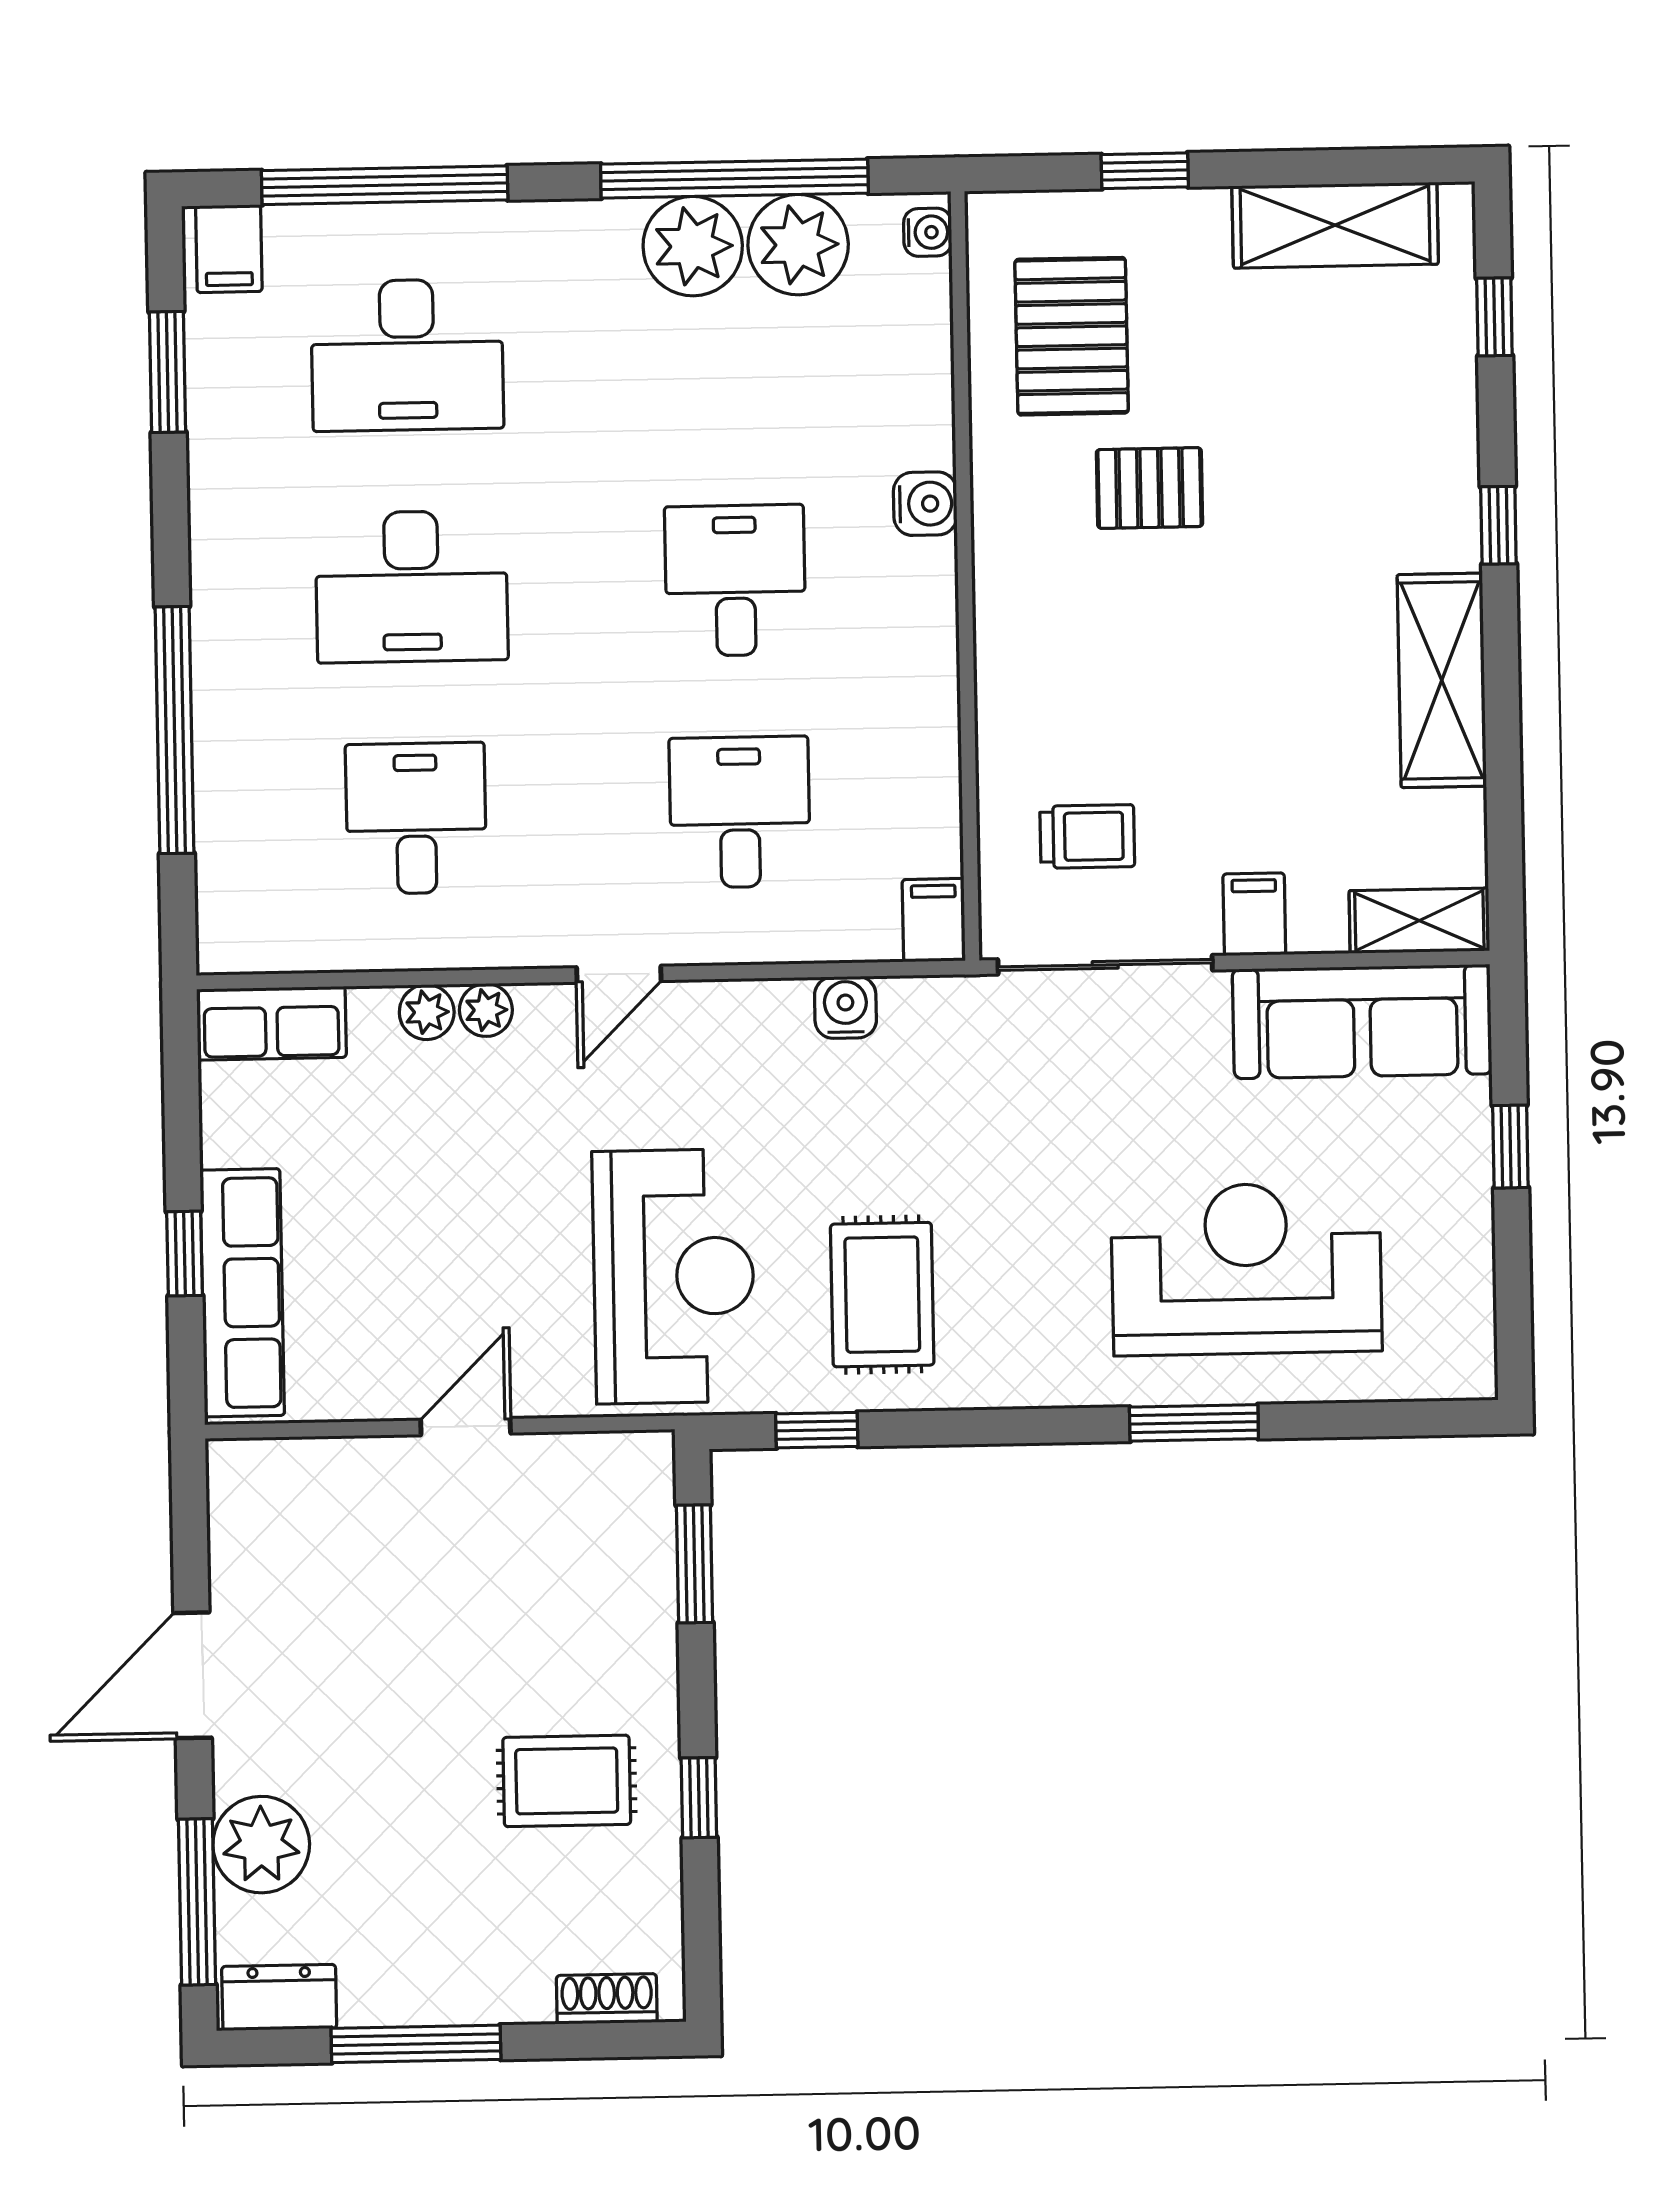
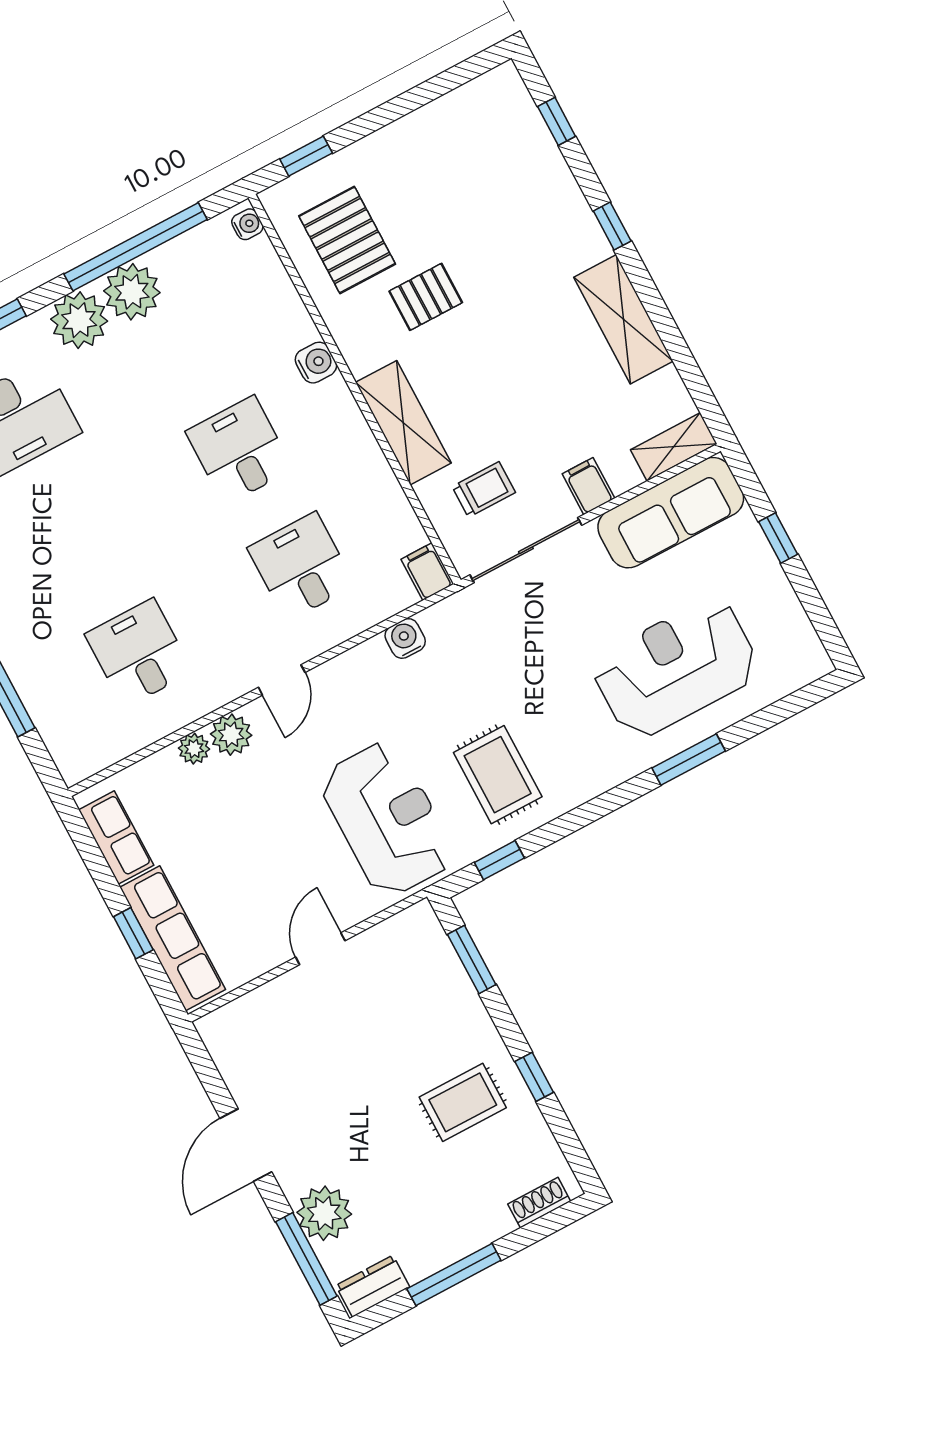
window: (1145, 171) -> (306, 156), moved
shelving: (1335, 225) -> (403, 423), moved, turned 90
plant: (798, 245) -> (79, 320), moved
desk: (412, 587) -> (77, 537), removed
plant: (486, 1010) -> (231, 735), width x1.38, depth x1.38
row of seats: (271, 1023) -> (116, 838), moved, turned -90

